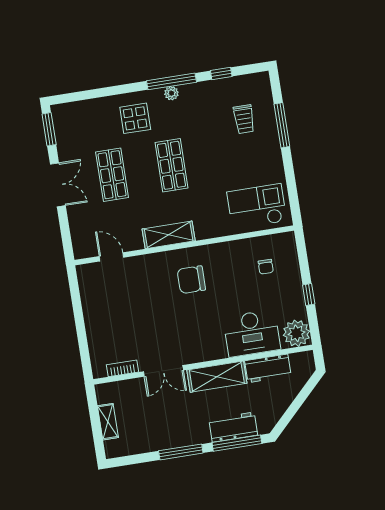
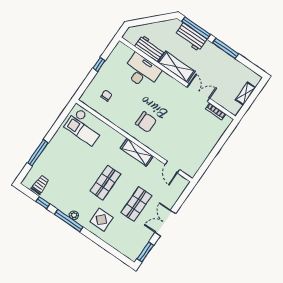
trolley: (244, 119) -> (40, 185), moved
plant: (297, 333) -> (121, 52), removed

